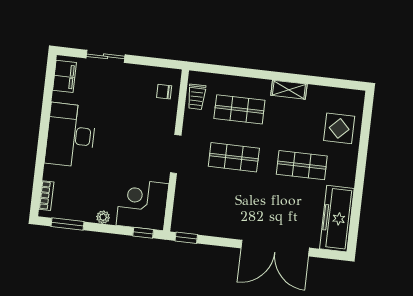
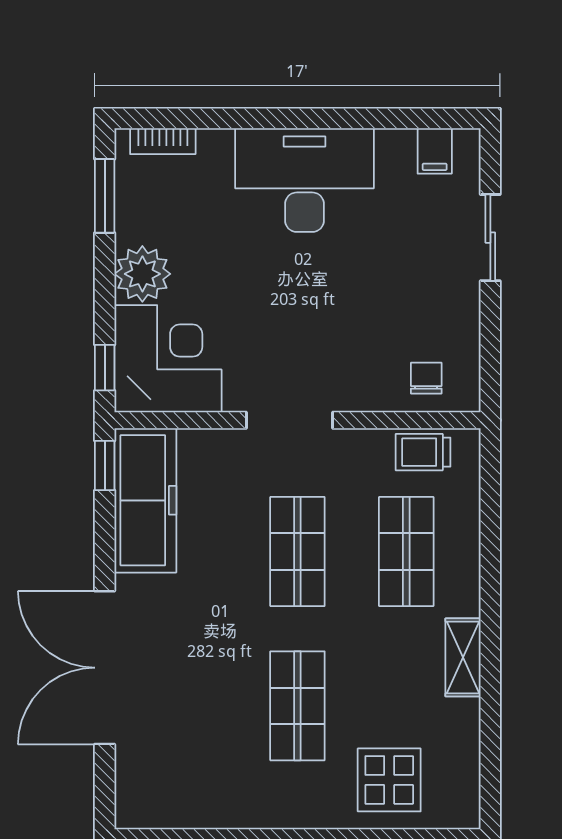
filing cabinet: (64, 76) -> (435, 151), width x0.50
plant: (103, 217) -> (142, 274), width x1.88, depth x1.88
freezer: (337, 219) -> (145, 500), moved, turned 90

